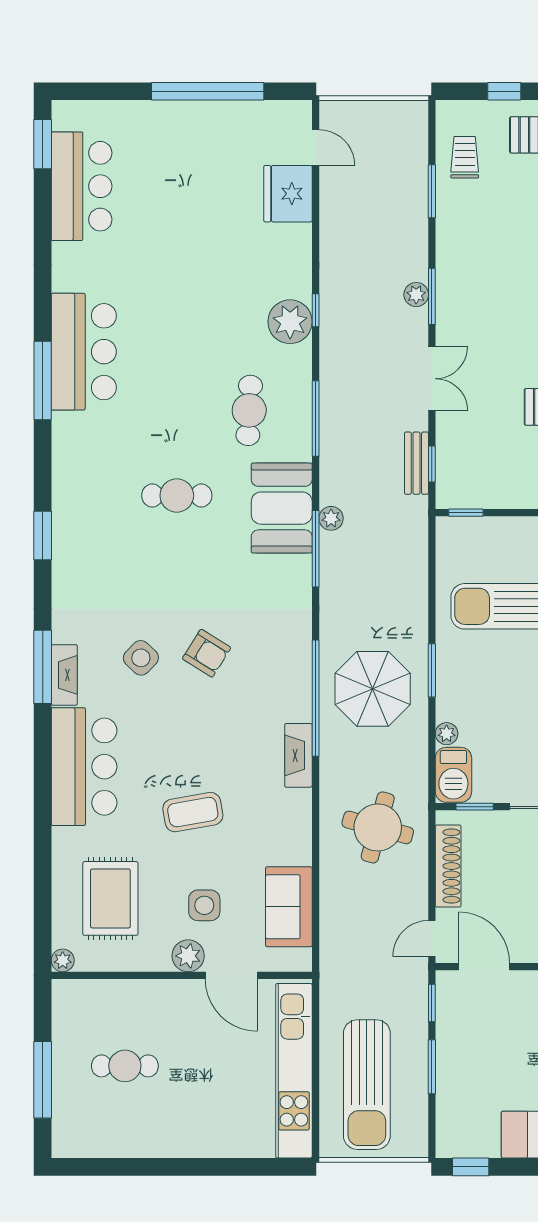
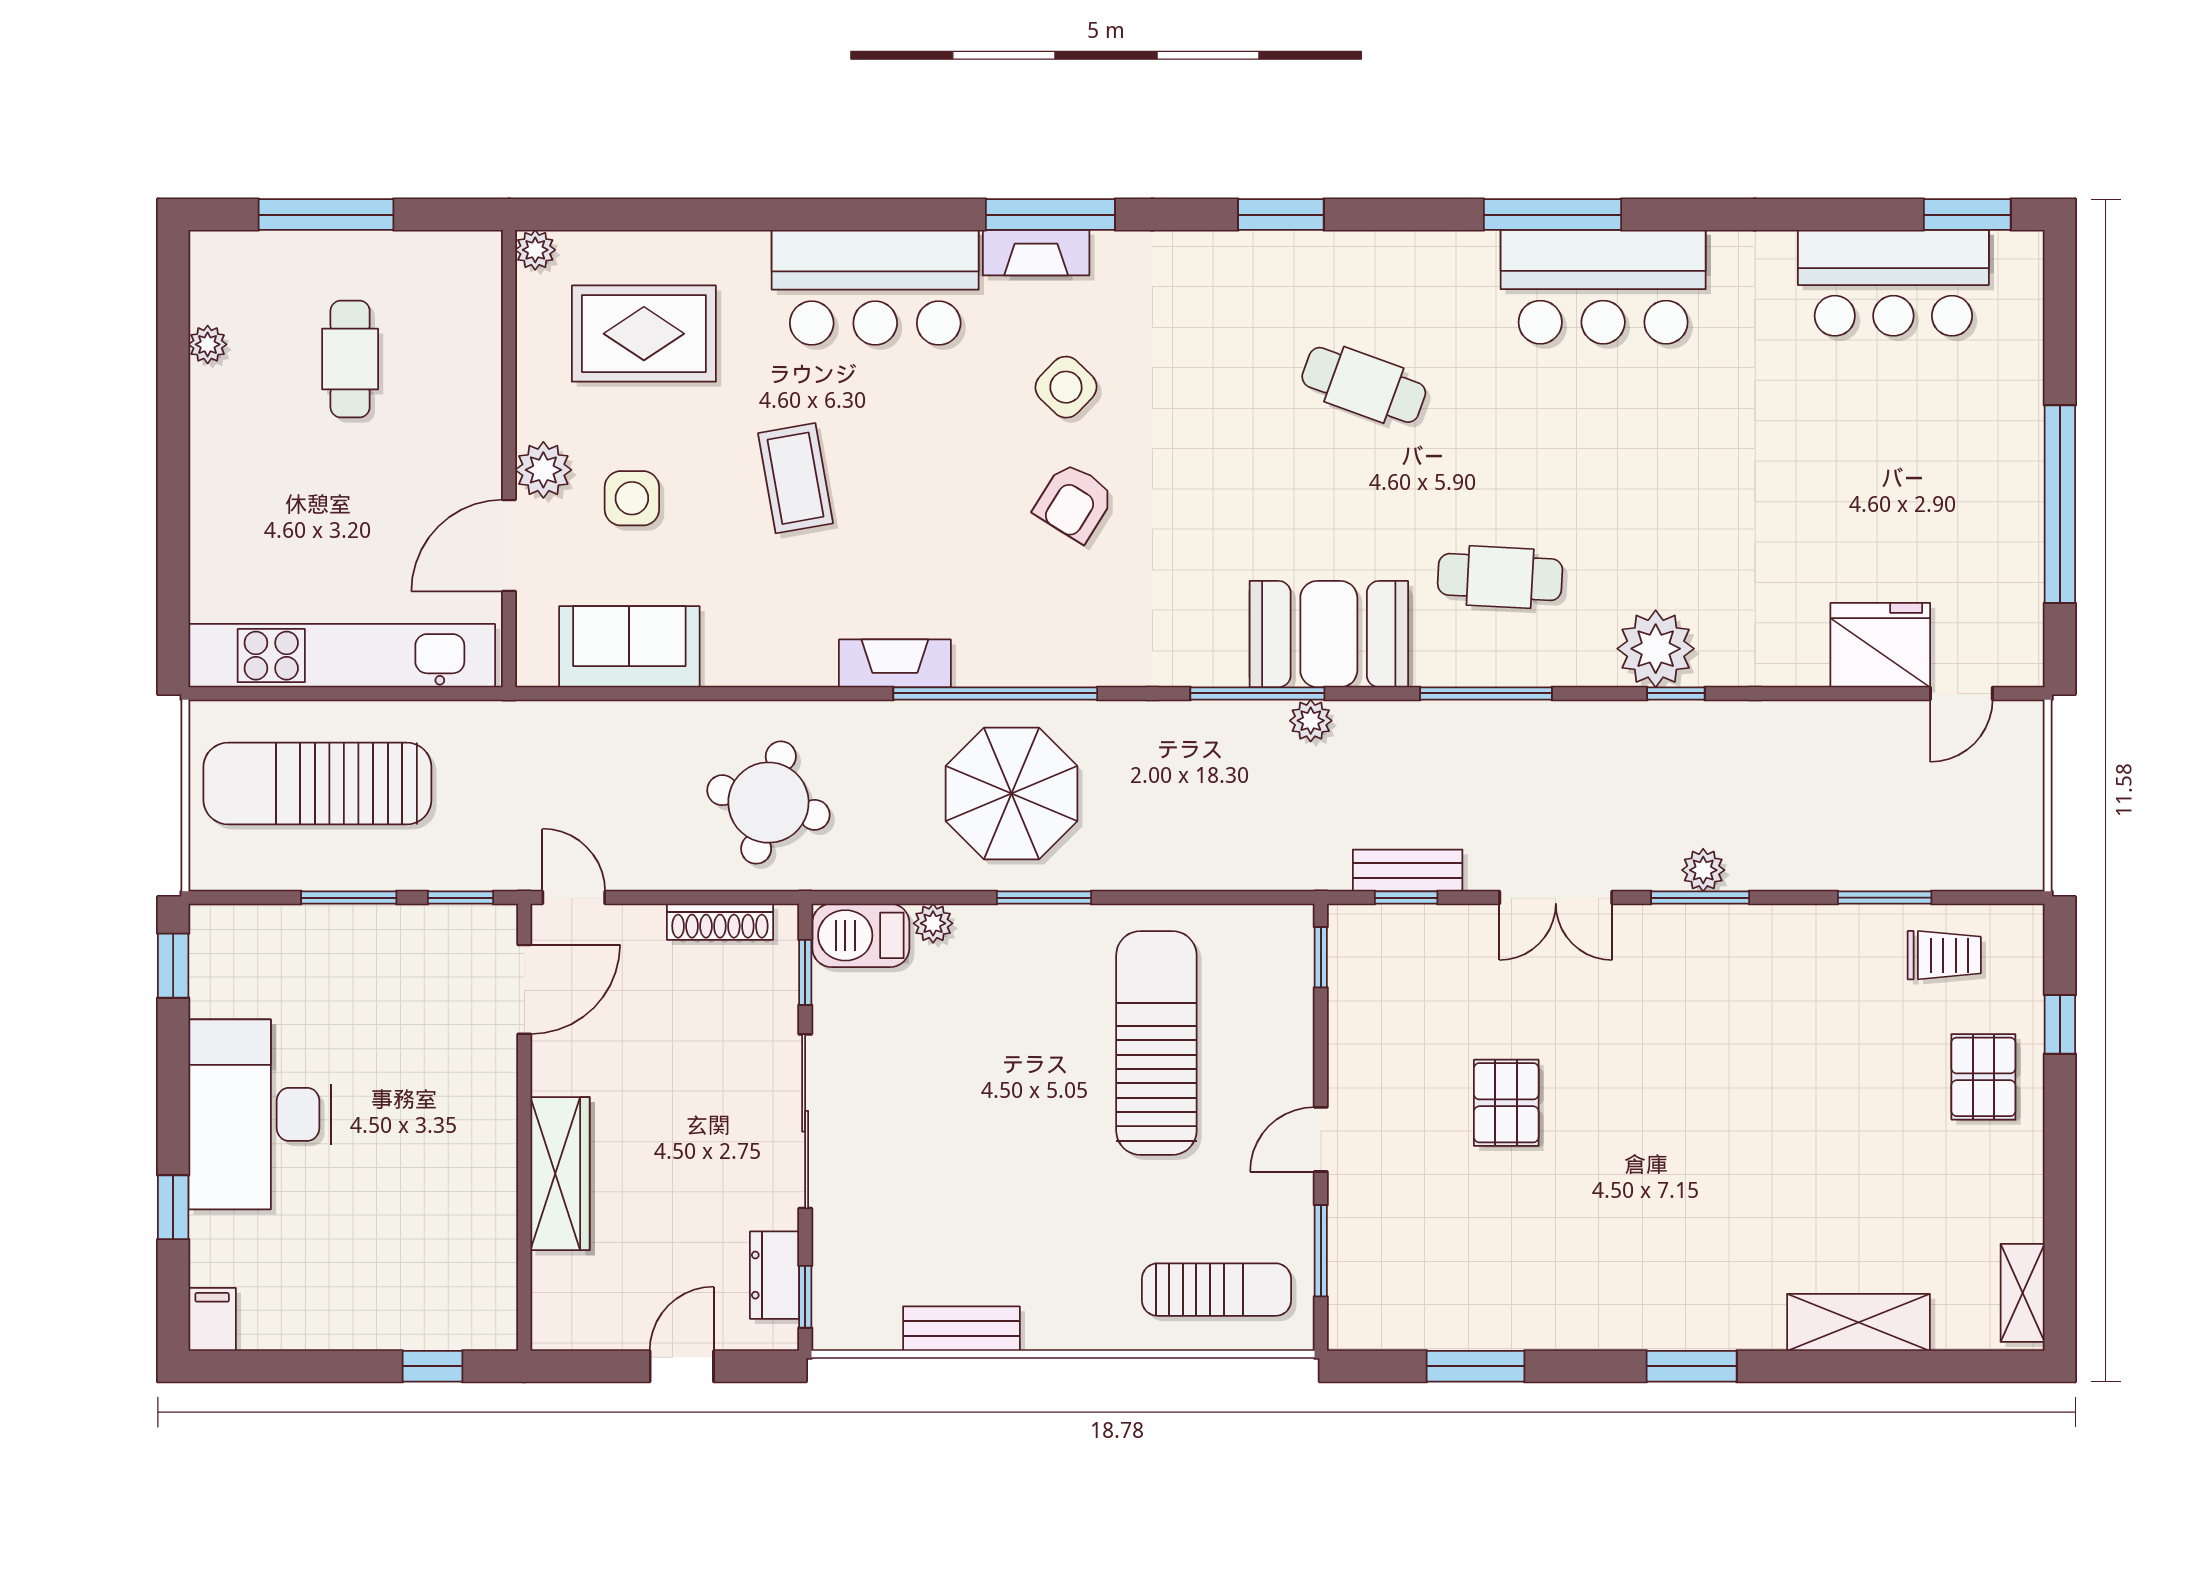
cafe table: (177, 496) -> (1364, 385), moved, turned -70
shoe rack: (448, 866) -> (720, 922), width x0.74, depth x0.81
plant: (117, 1147) -> (208, 344), added

